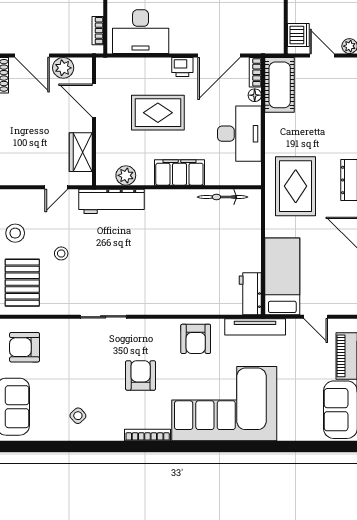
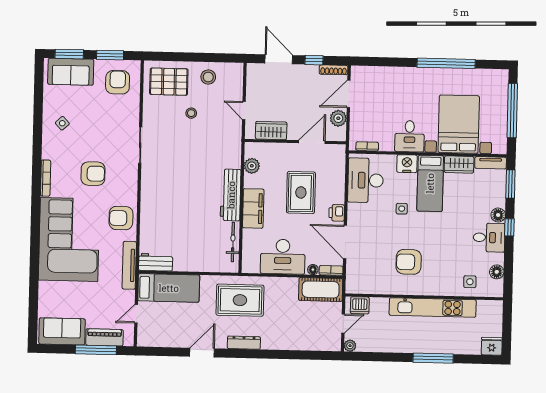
workbench: (111, 201) -> (231, 195), moved

